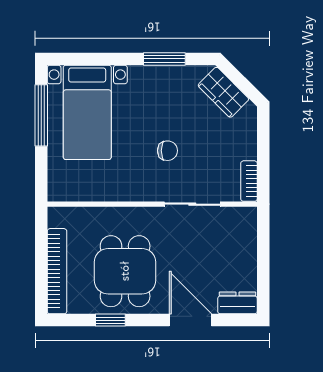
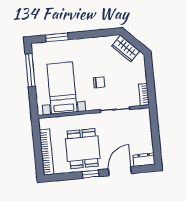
window: (164, 59) -> (57, 37), moved
bed with nightstands: (87, 112) -> (62, 88), moved, turned 180
window: (110, 320) -> (91, 174), moved
door: (190, 320) -> (120, 171), hinge flipped

